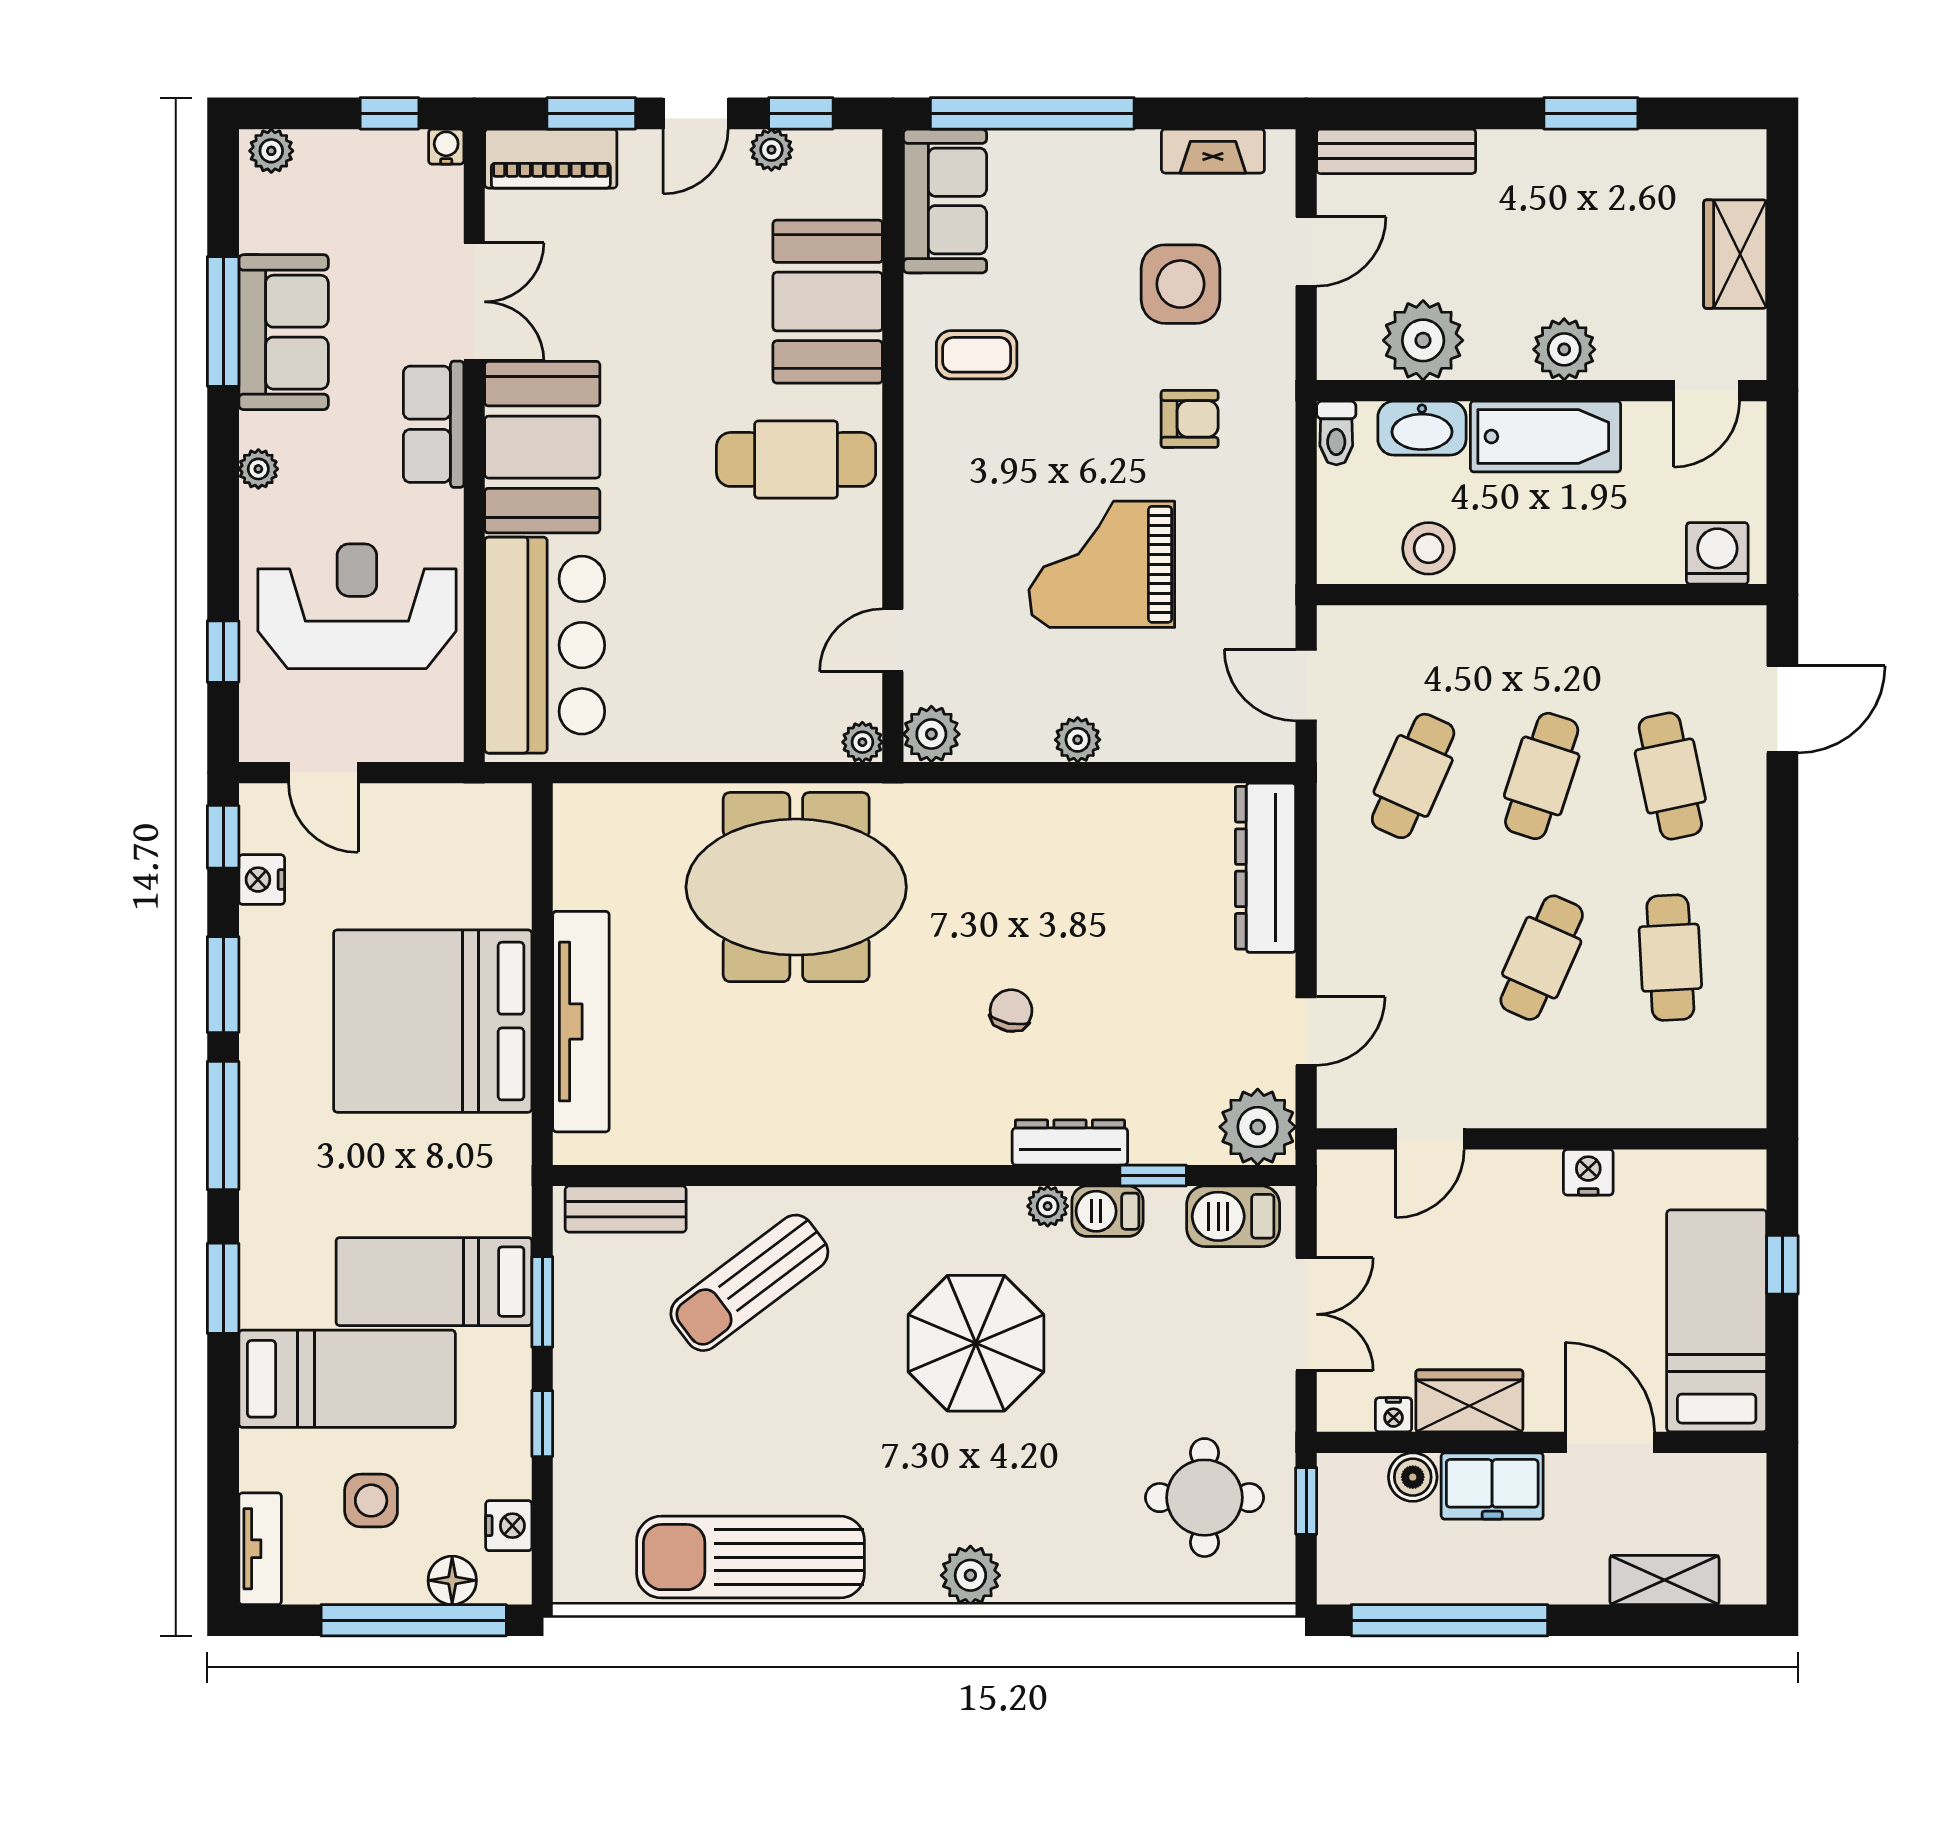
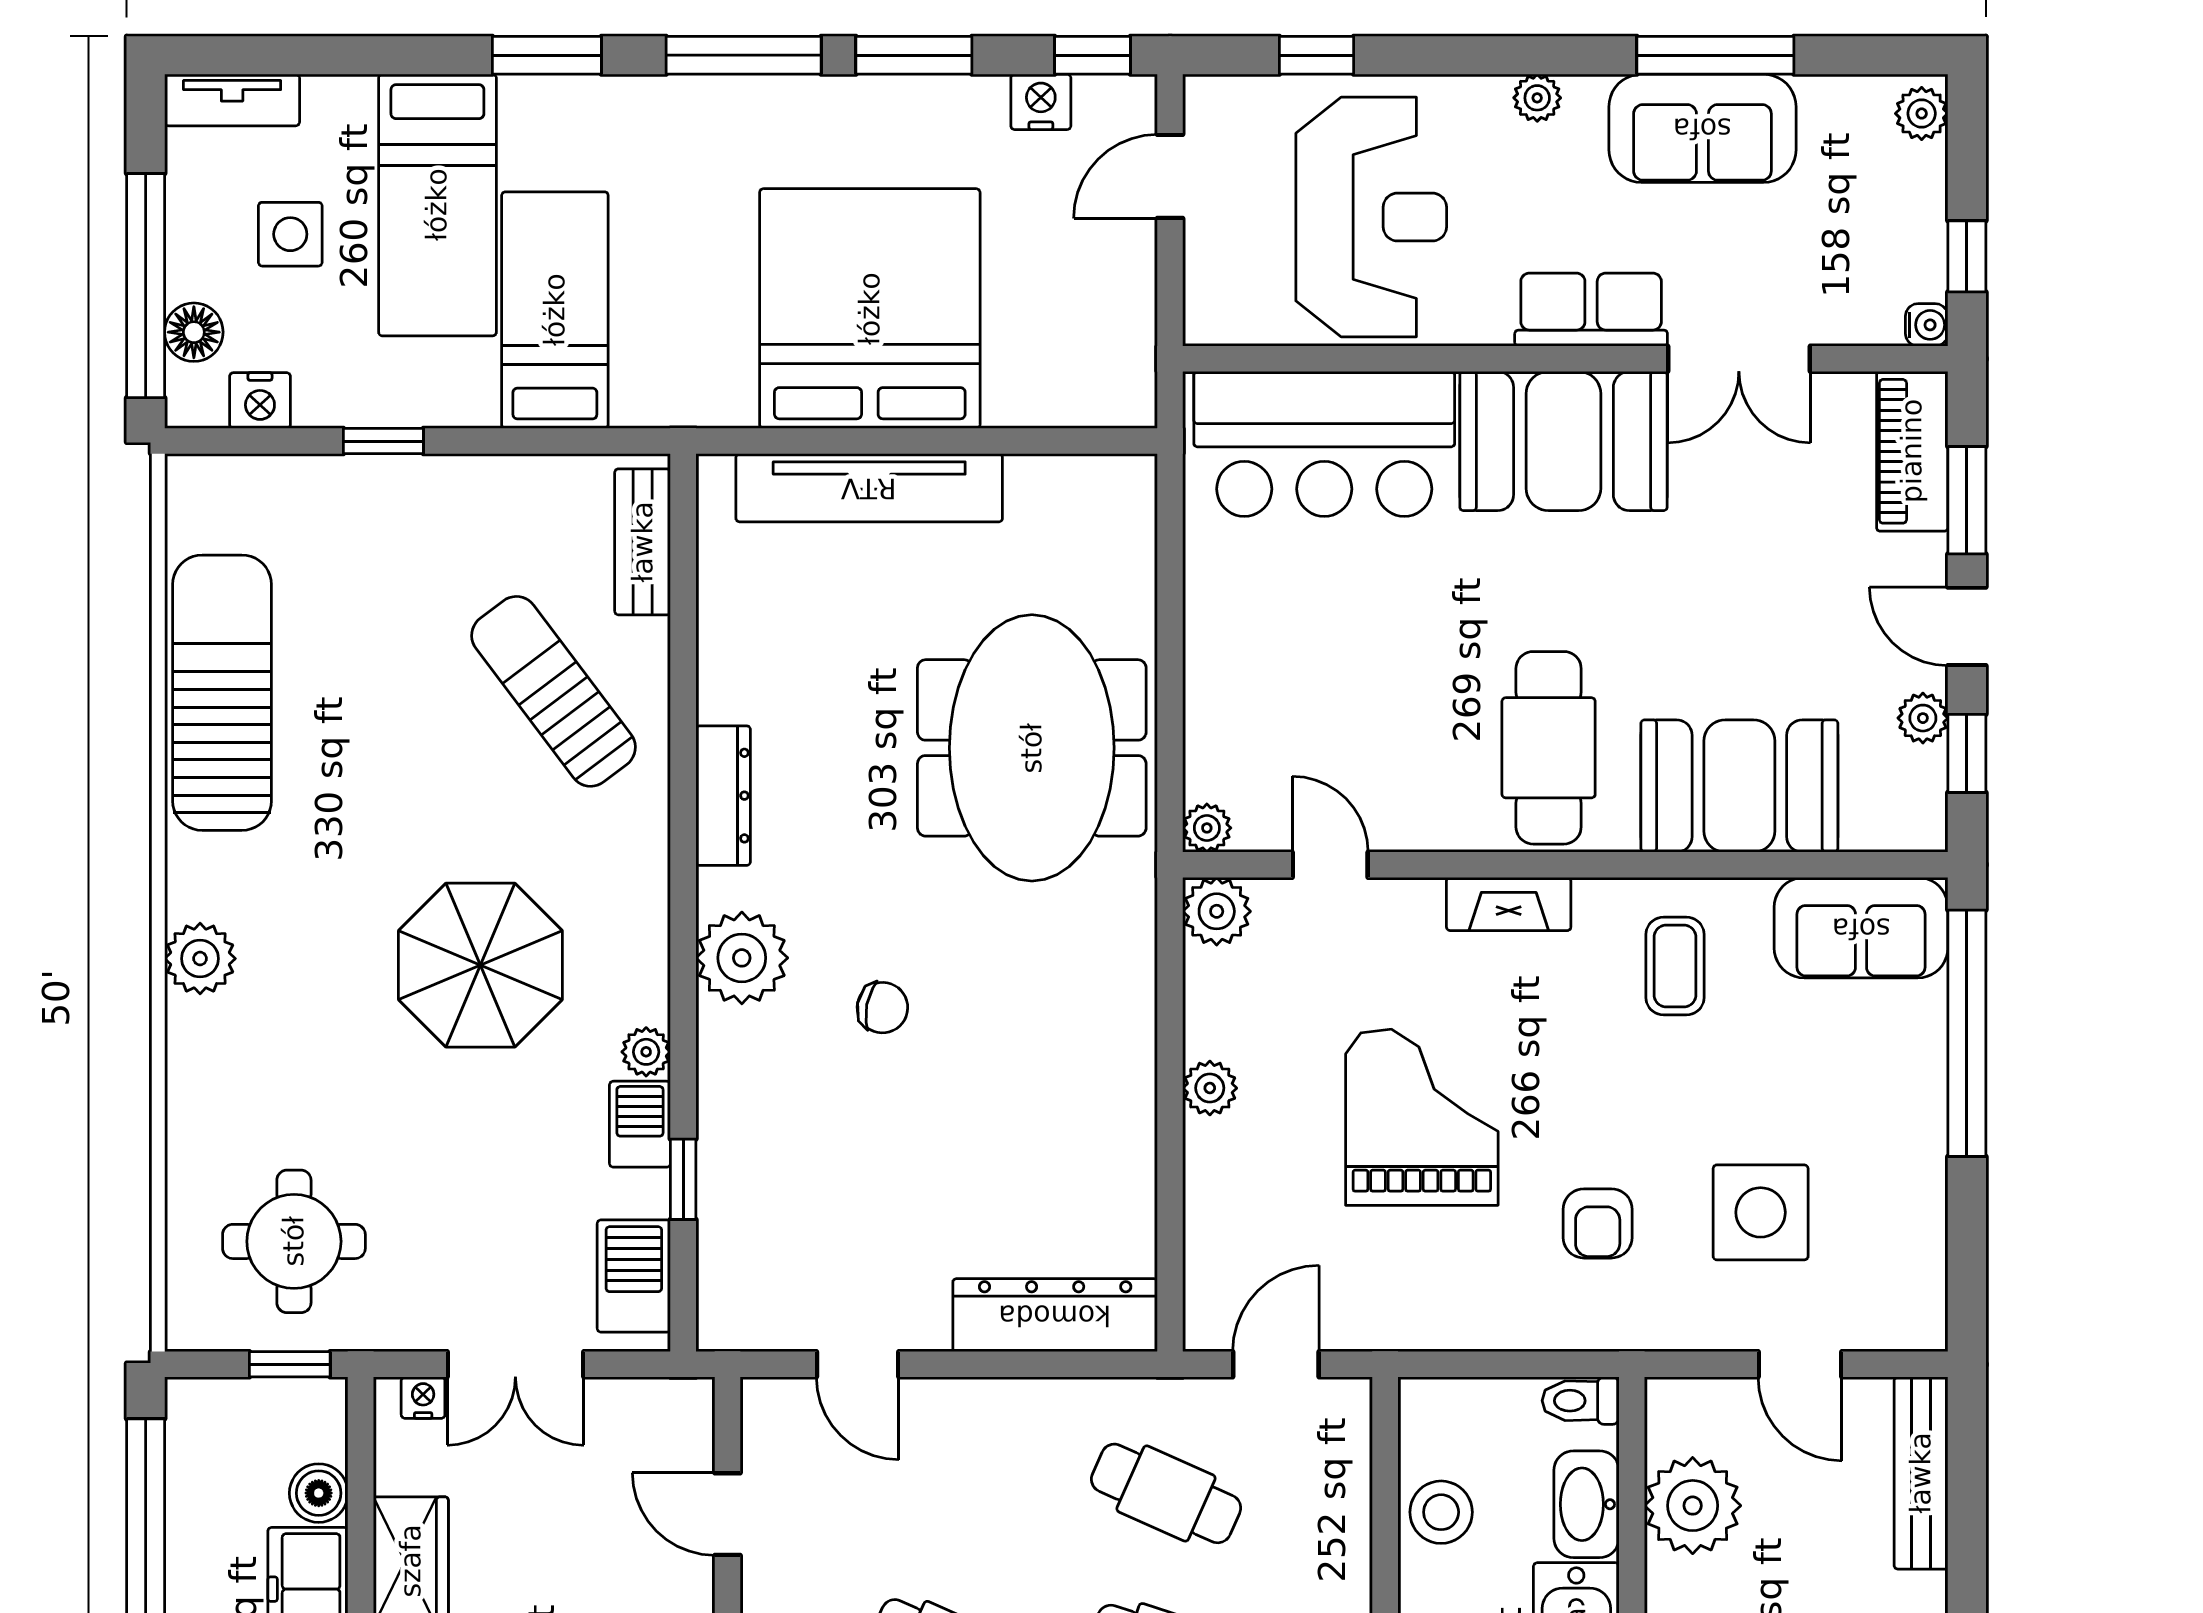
fireplace: (1213, 151) -> (1509, 904), moved, turned -90
plant: (1258, 1127) -> (742, 958), moved
dresser: (1070, 1142) -> (723, 796), moved
window: (542, 1302) -> (530, 441), removed
nightstand: (1393, 1415) -> (423, 1398), moved, turned 90

